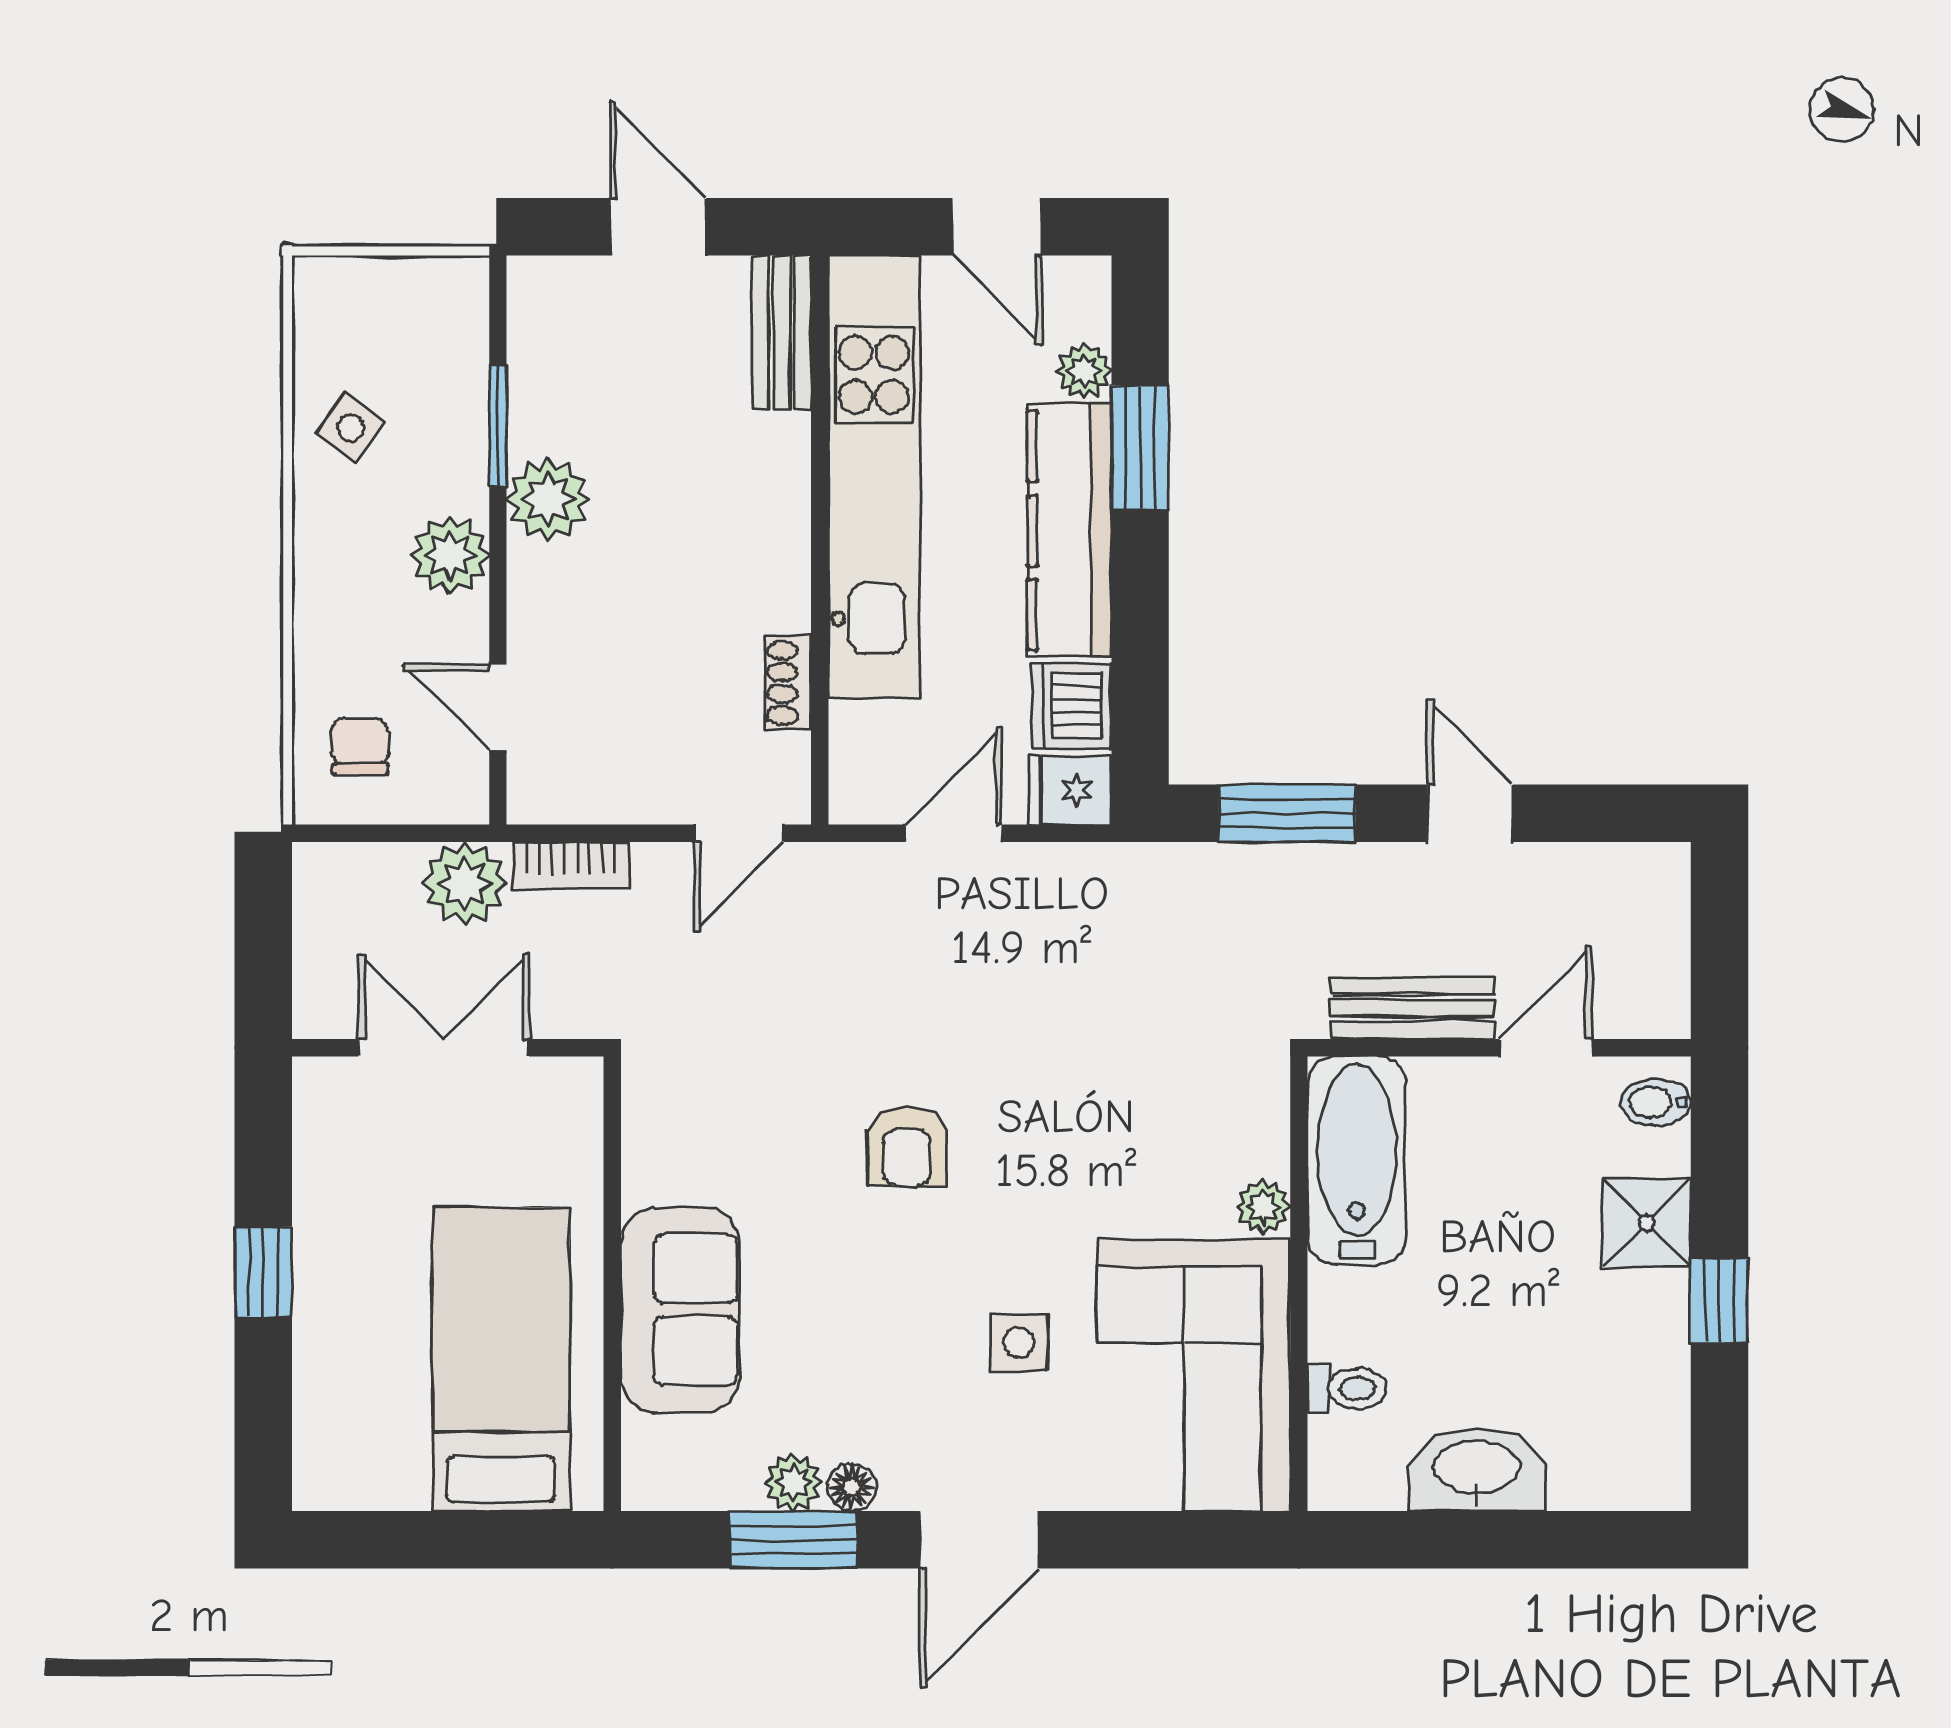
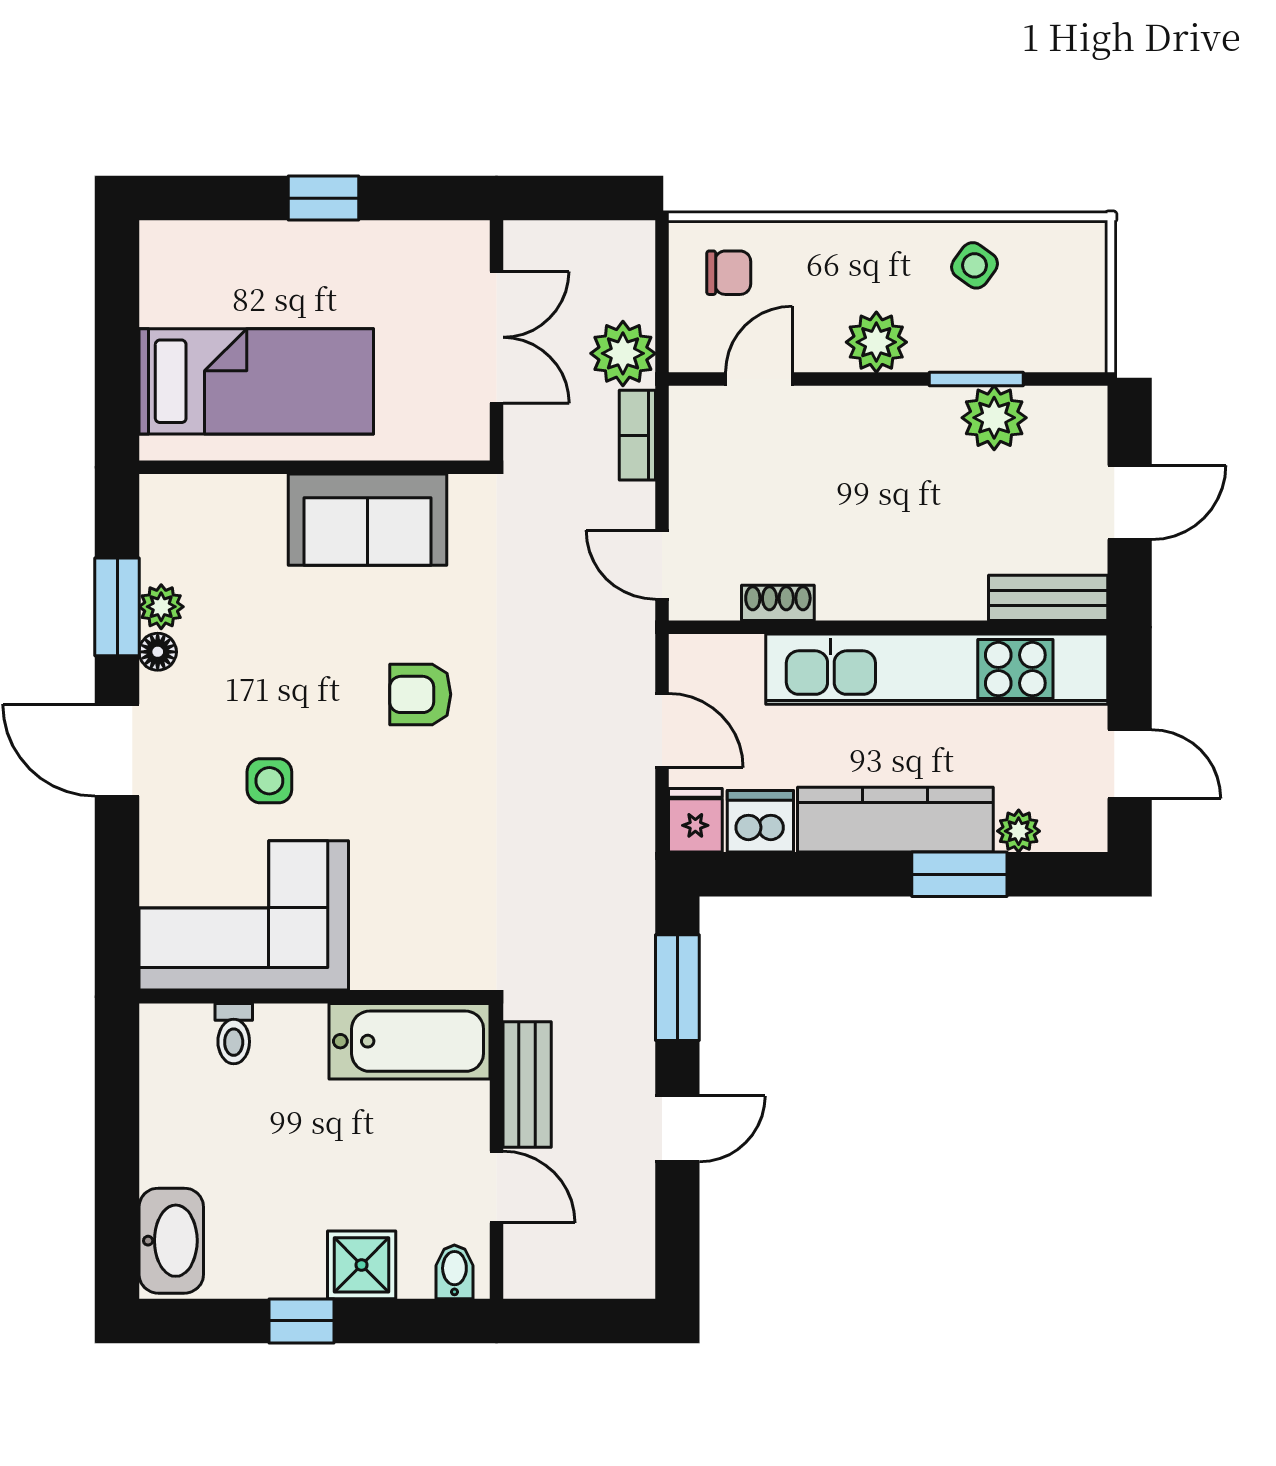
door: (997, 227) -> (1130, 764), swing flipped
plant: (548, 499) -> (994, 418), moved
plant: (1263, 1207) -> (374, 969), removed
sofa: (680, 1310) -> (368, 520), moved
washbasin: (1477, 1469) -> (171, 1241), moved

